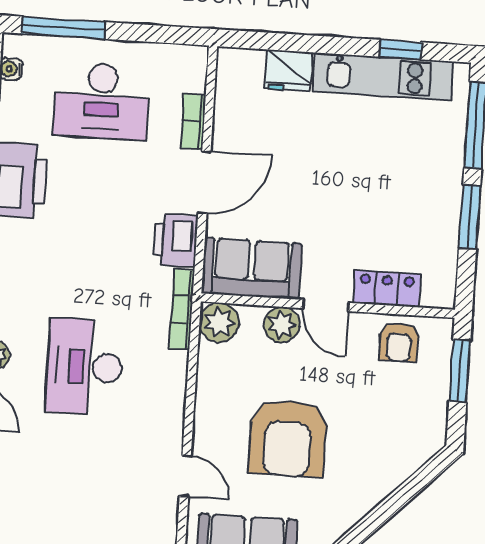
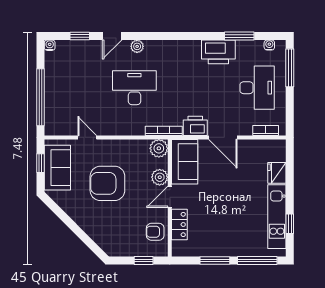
desk: (102, 101) -> (257, 88), turned 180
bookcase: (193, 121) -> (266, 130), moved
window: (460, 371) -> (144, 261), width x0.67
door: (185, 476) -> (87, 137), swing flipped

